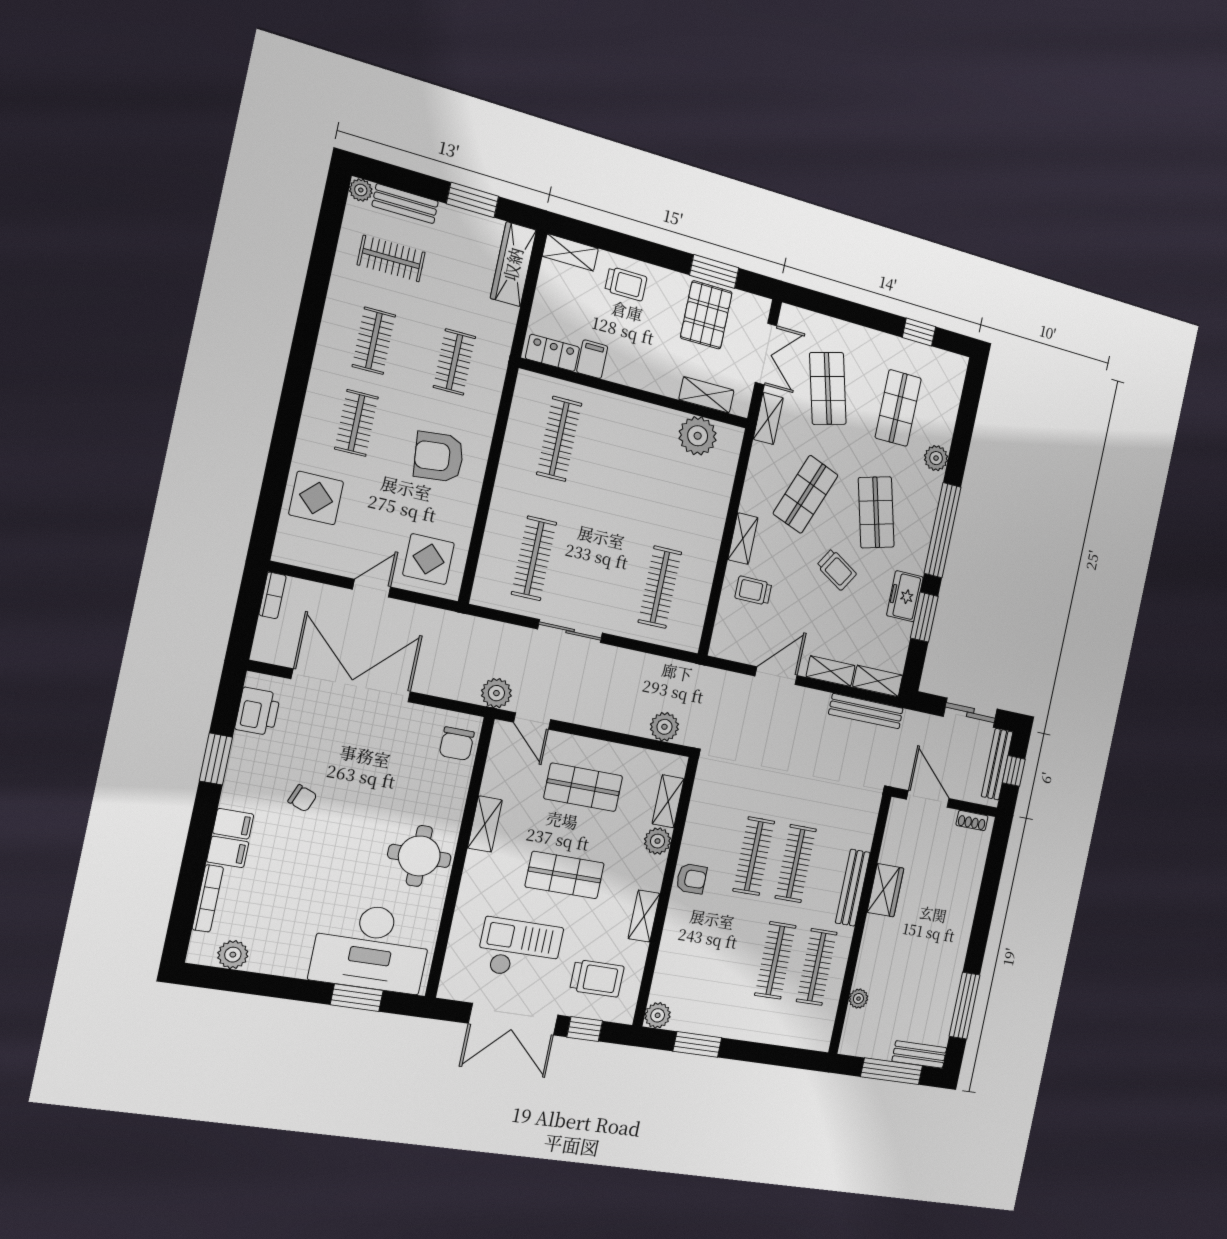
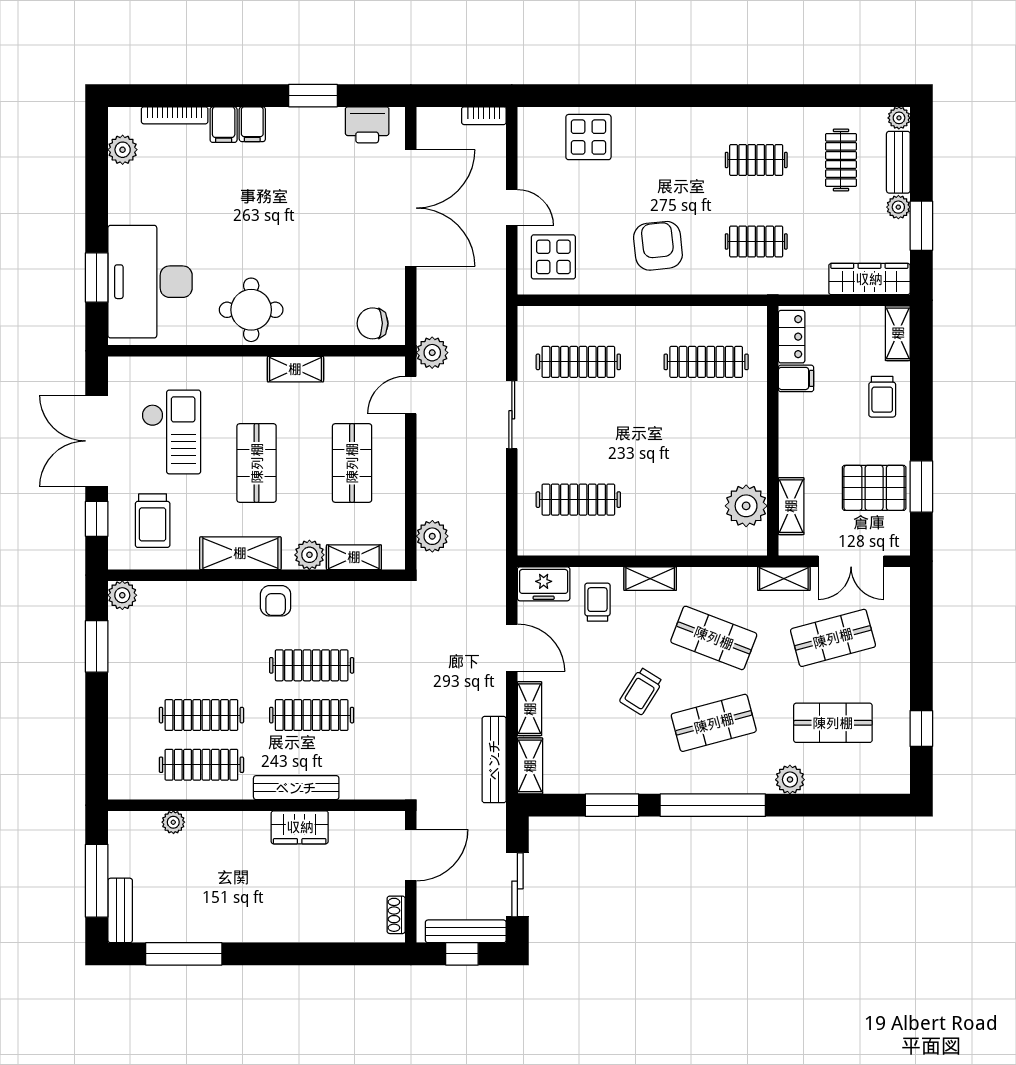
plant: (450, 217) -> (898, 207), added
clothes rail: (356, 423) -> (671, 160), removed
freezer: (905, 596) -> (544, 584), moved, turned 180
chair: (302, 798) -> (289, 184), removed
shelving: (644, 916) -> (240, 553), width x1.50, depth x1.33

